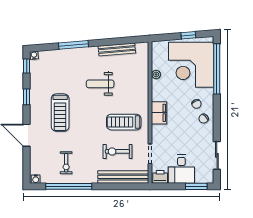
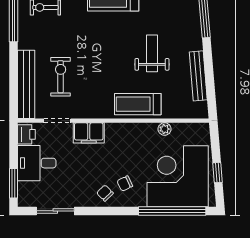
filing cabinet: (159, 113) -> (89, 133), moved
treadmill: (124, 122) -> (138, 104), moved, turned -90

